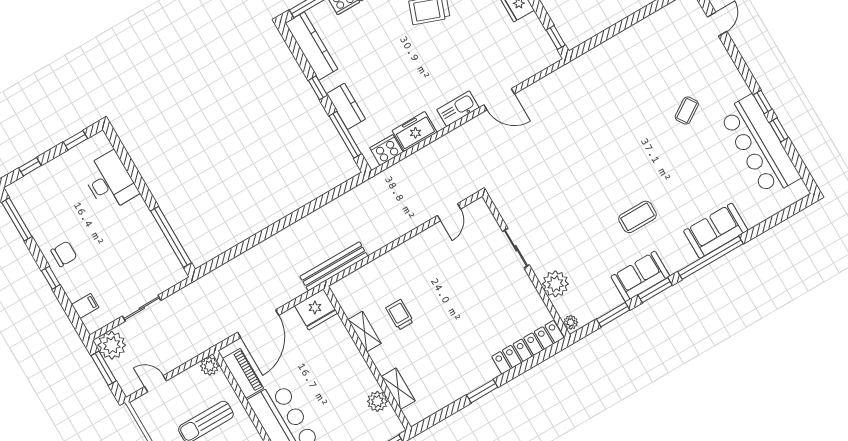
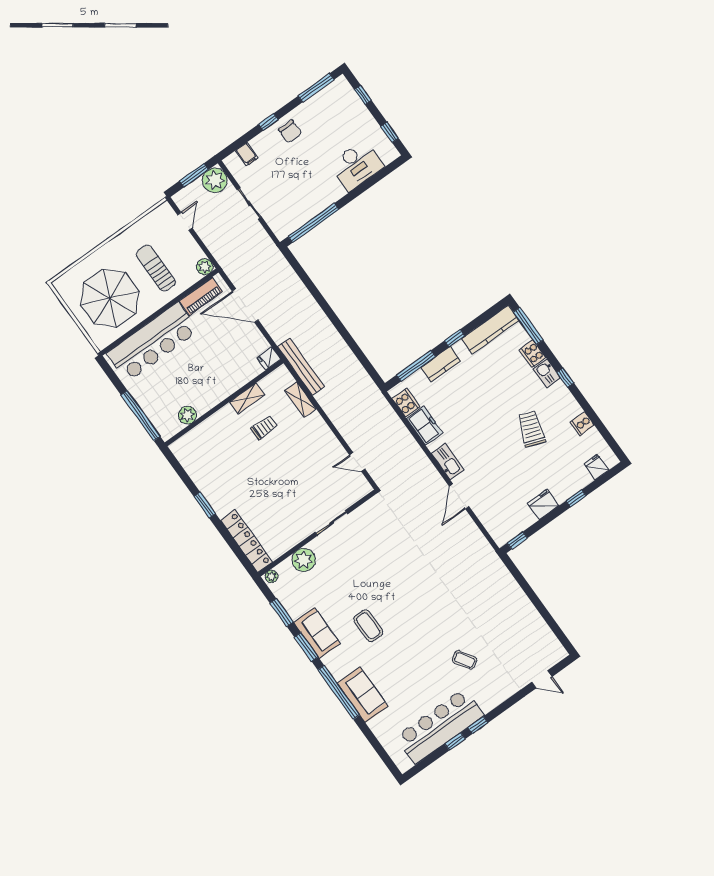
fridge: (316, 309) -> (269, 358), width x0.53, depth x0.75
shelving: (398, 389) -> (300, 400), moved, turned 90

